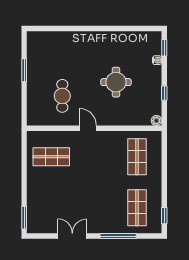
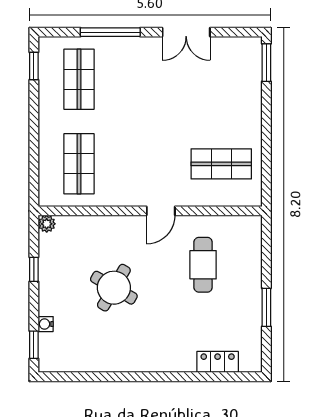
locker: (54, 37) -> (218, 362), added
round table: (116, 82) -> (114, 288), turned 30
door: (88, 128) -> (161, 211), hinge flipped

